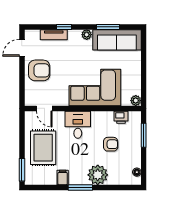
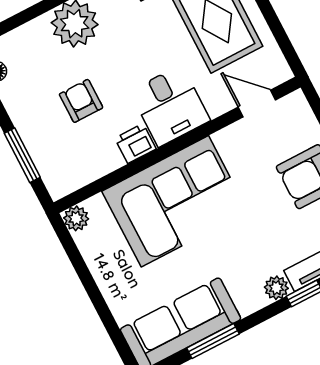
plant: (87, 35) -> (276, 288), moved
printer: (121, 117) -> (135, 144), moved
armchair: (111, 144) -> (81, 101), turned 90

